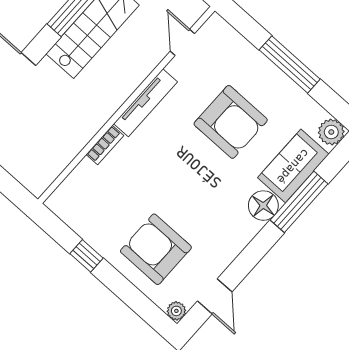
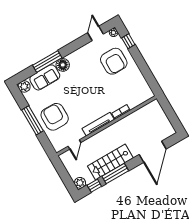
armchair: (231, 122) -> (55, 117), moved
window: (87, 256) -> (128, 41), moved

